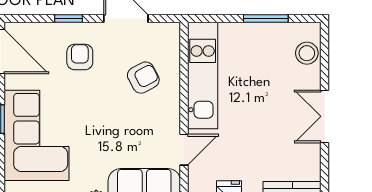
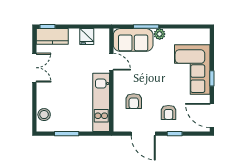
armchair: (143, 78) -> (134, 101), turned -62
double door: (325, 116) -> (34, 68), moved
door: (184, 150) -> (111, 62), swing flipped

